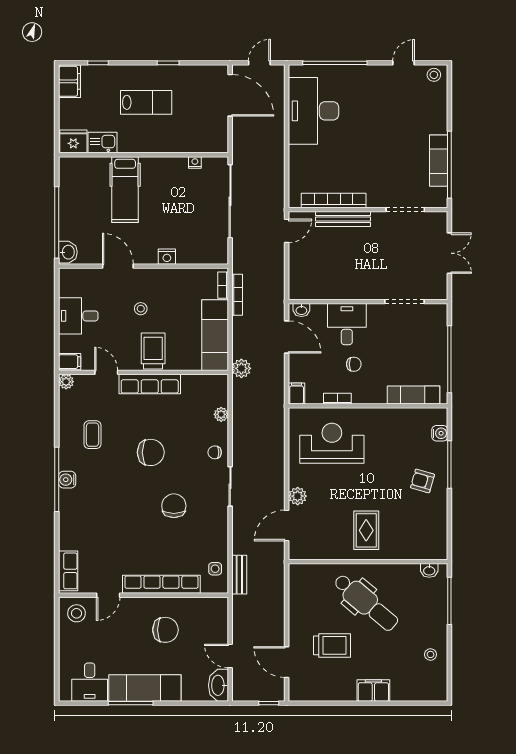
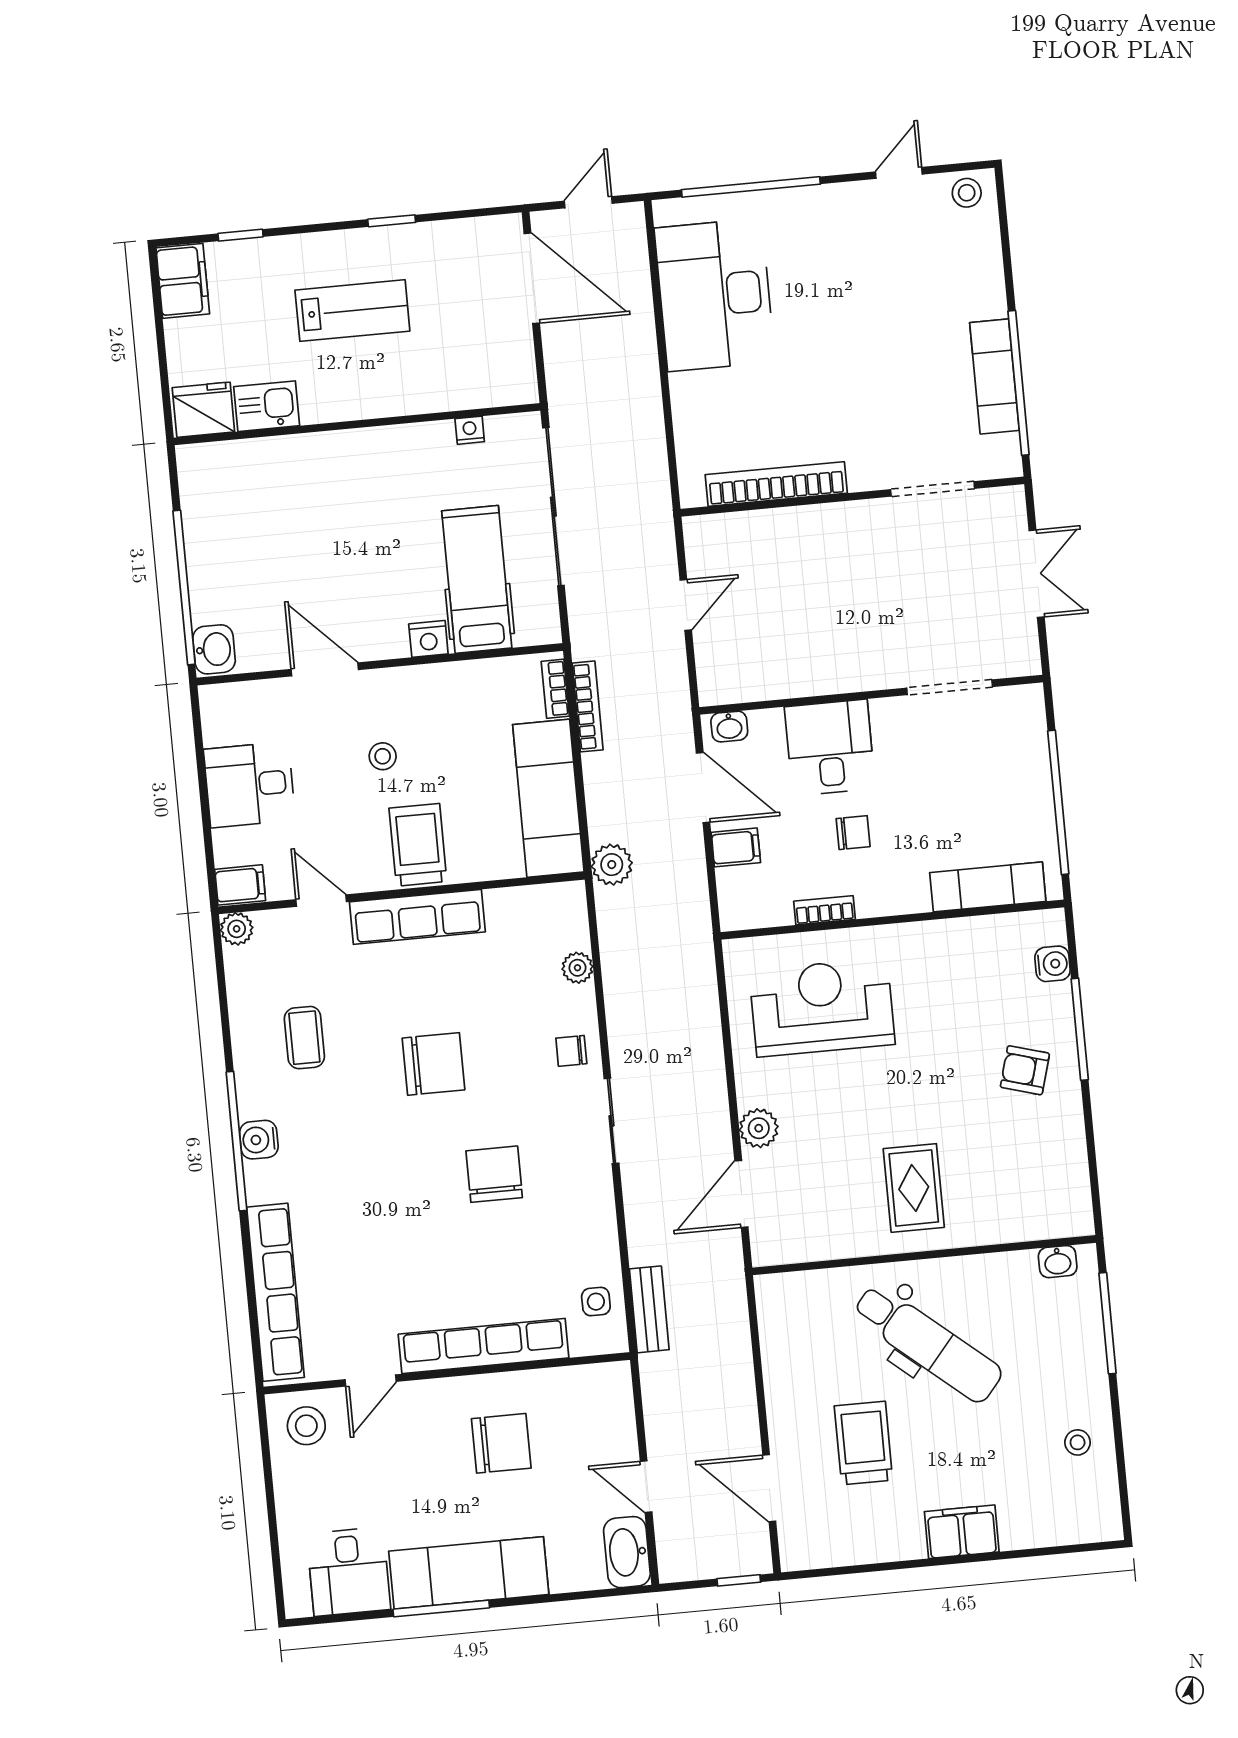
hospital bed: (125, 190) -> (477, 579), moved, turned 180
bench: (343, 219) -> (800, 522), removed
door: (287, 231) -> (686, 605), moved
filing cabinet: (297, 393) -> (736, 847), moved, turned 90
row of seats: (68, 571) -> (275, 1292), width x2.02
trolley: (332, 645) -> (863, 1443), turned -90

